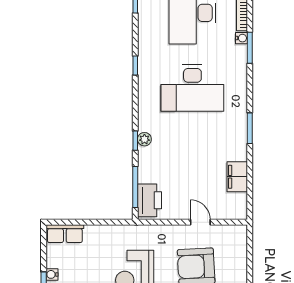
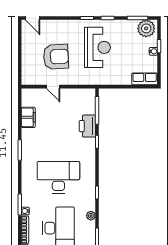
plant: (144, 139) -> (91, 216), moved
printer: (150, 200) -> (87, 126), moved

